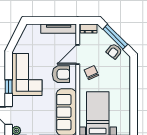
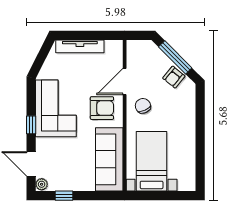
dresser: (89, 28) -> (139, 46), removed
tv unit: (59, 29) -> (80, 46), moved

